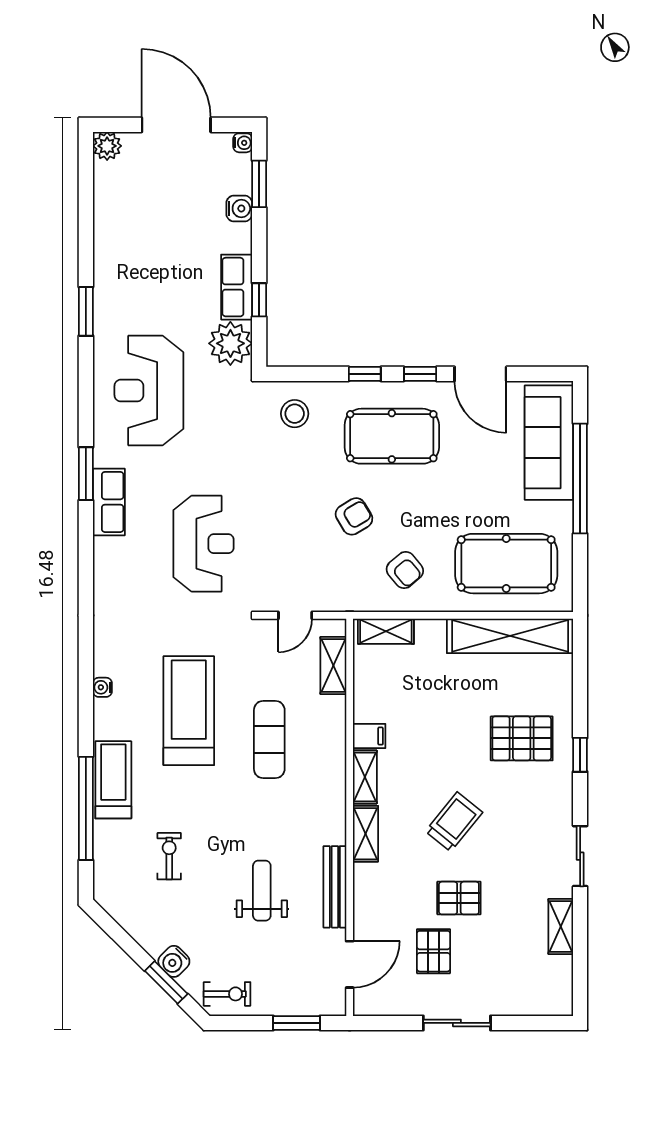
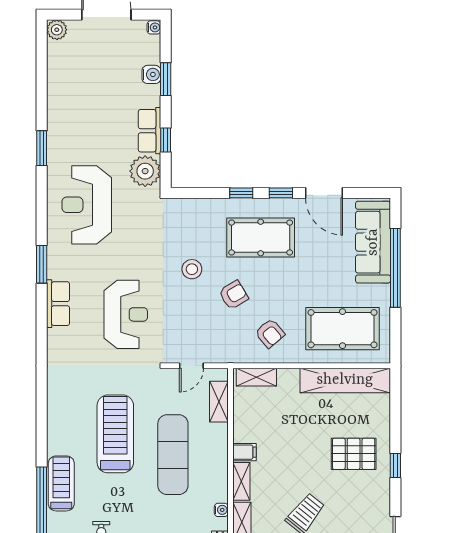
window: (259, 184) -> (166, 79), moved
stool: (295, 414) -> (192, 269), moved
row of seats: (109, 502) -> (58, 304), moved
water cooler: (102, 687) -> (221, 510), moved, turned 180
exercise mat: (269, 740) -> (173, 455), width x1.36, depth x1.45

